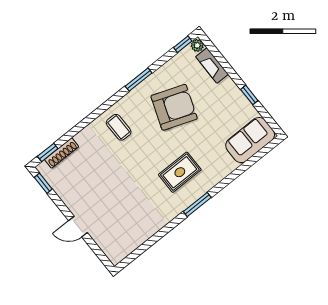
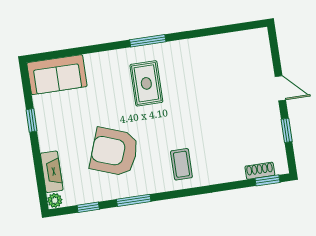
window: (183, 44) -> (88, 207), moved
shoe rack: (62, 153) -> (260, 171), width x0.70
rug: (180, 172) -> (146, 83), turned 90
window: (43, 183) -> (287, 130), moved

